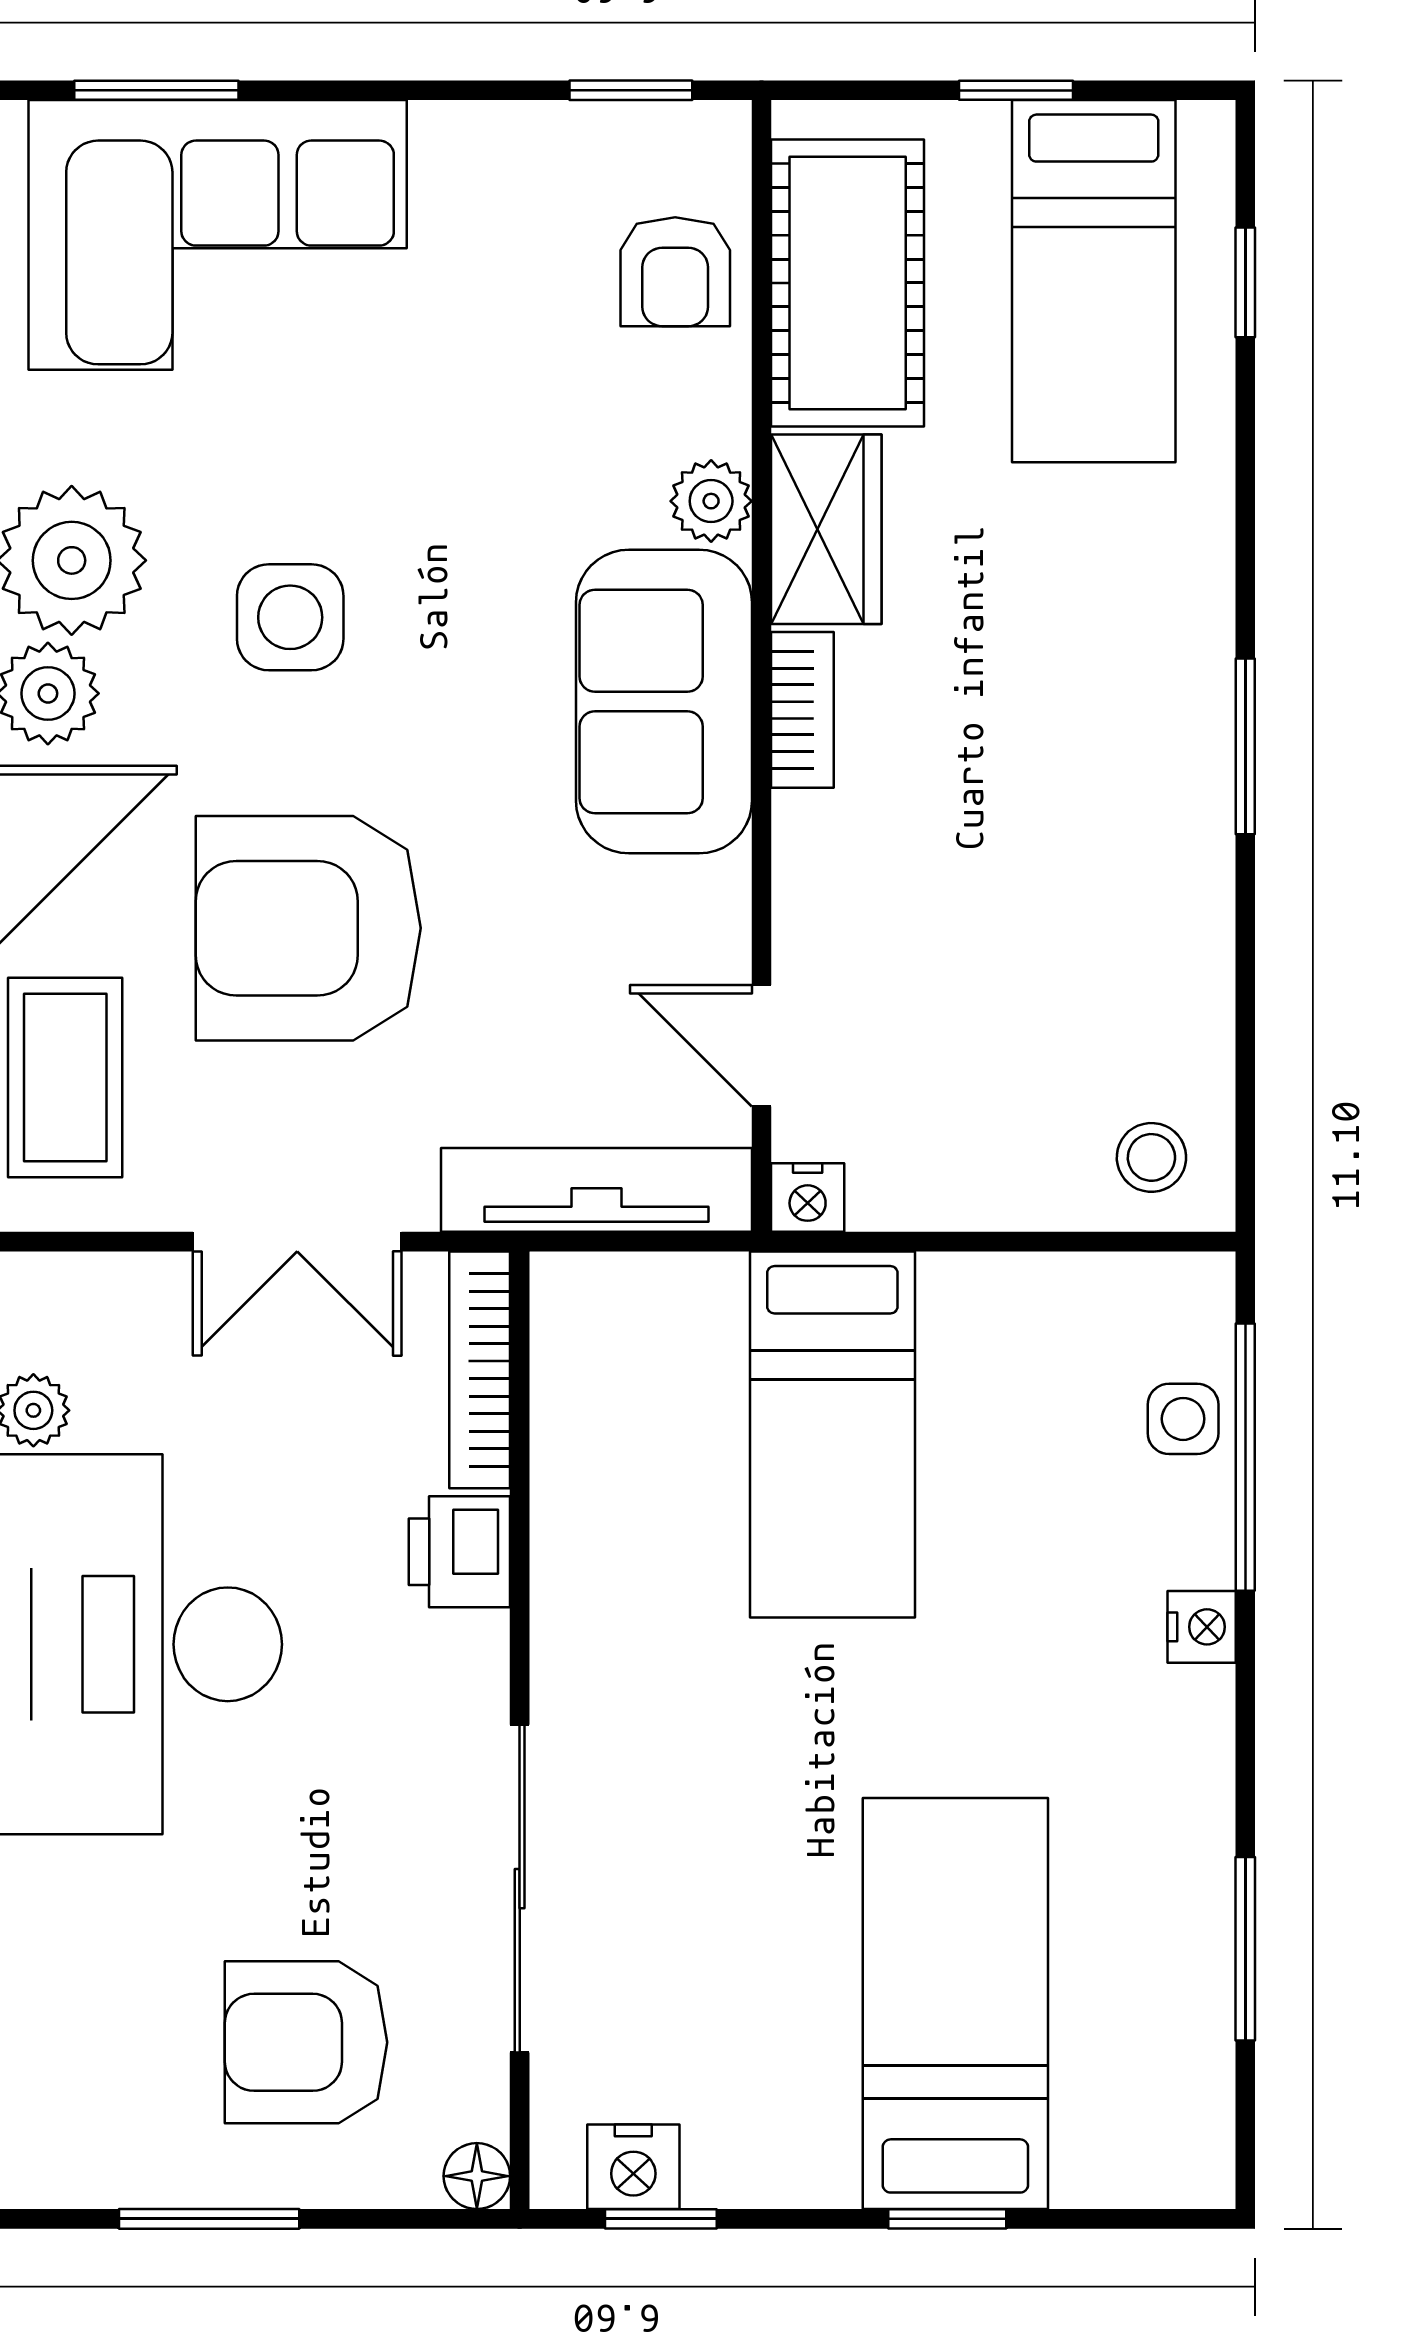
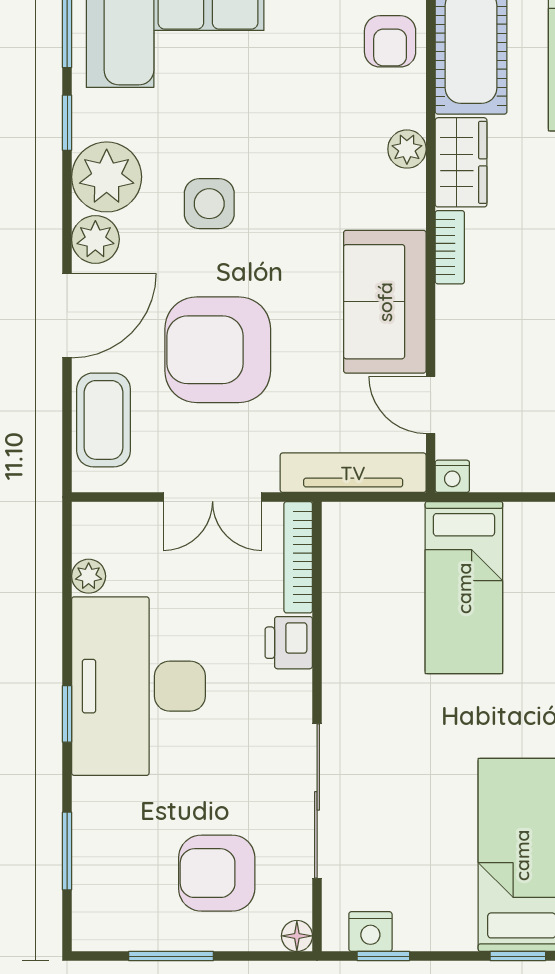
sofa: (664, 702) -> (385, 302), moved

